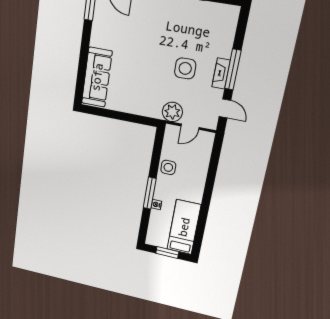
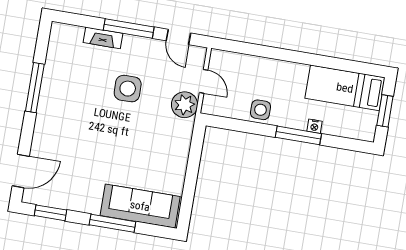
window: (84, 56) -> (112, 223), added
fireplace: (221, 73) -> (103, 38), moved
door: (225, 108) -> (178, 37), swing flipped

